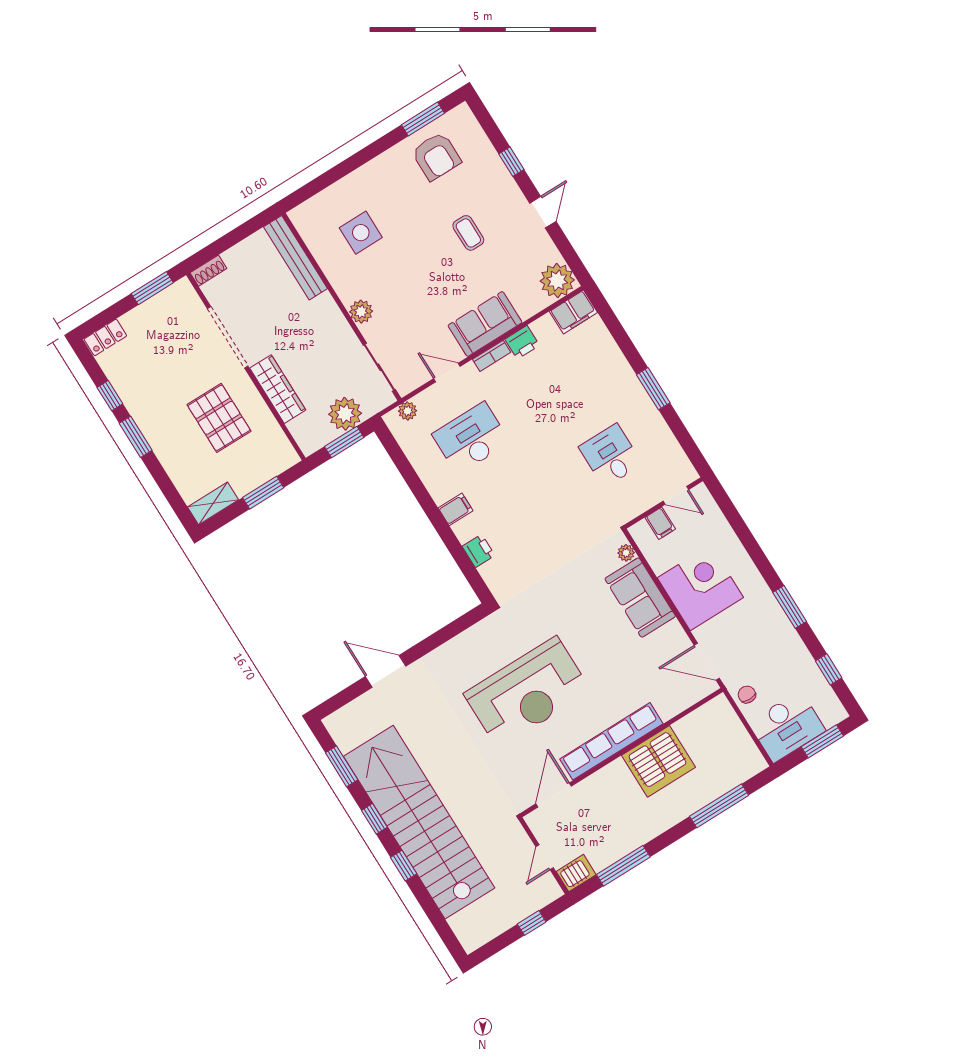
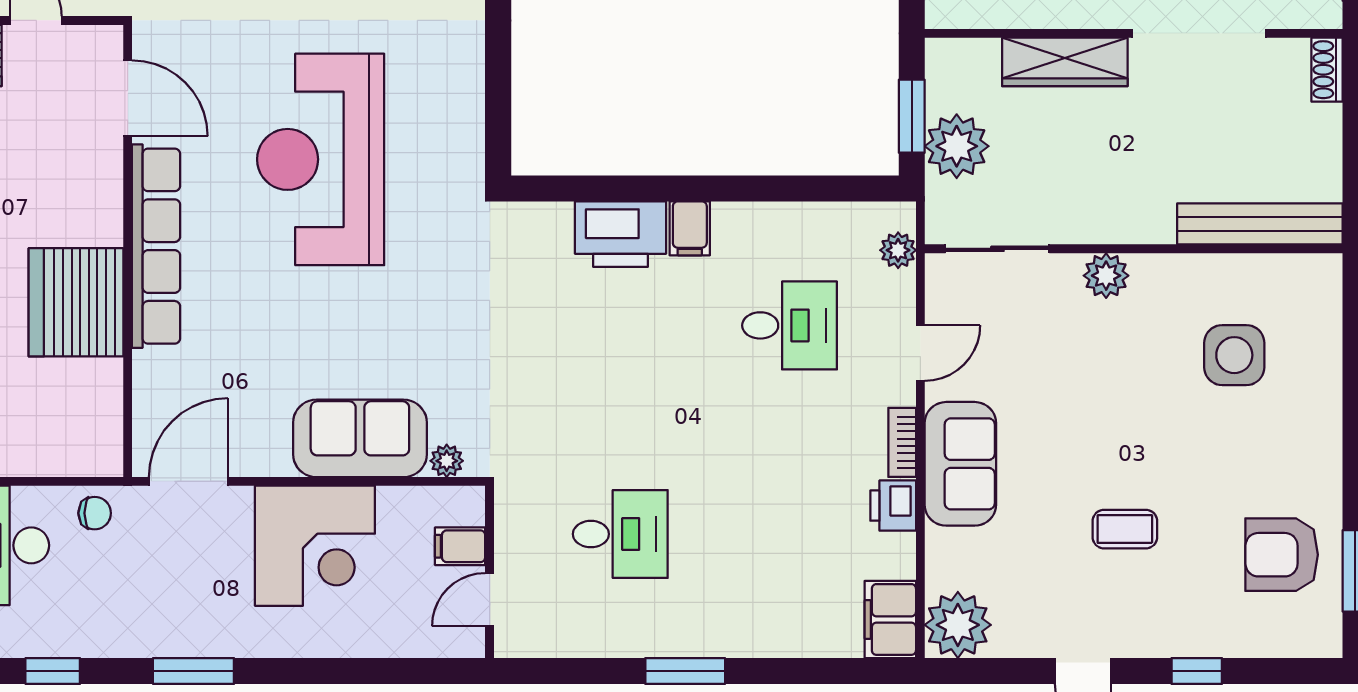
desk: (471, 438) -> (790, 325), width x0.73
printer: (478, 551) -> (621, 234), width x1.87, depth x1.48

